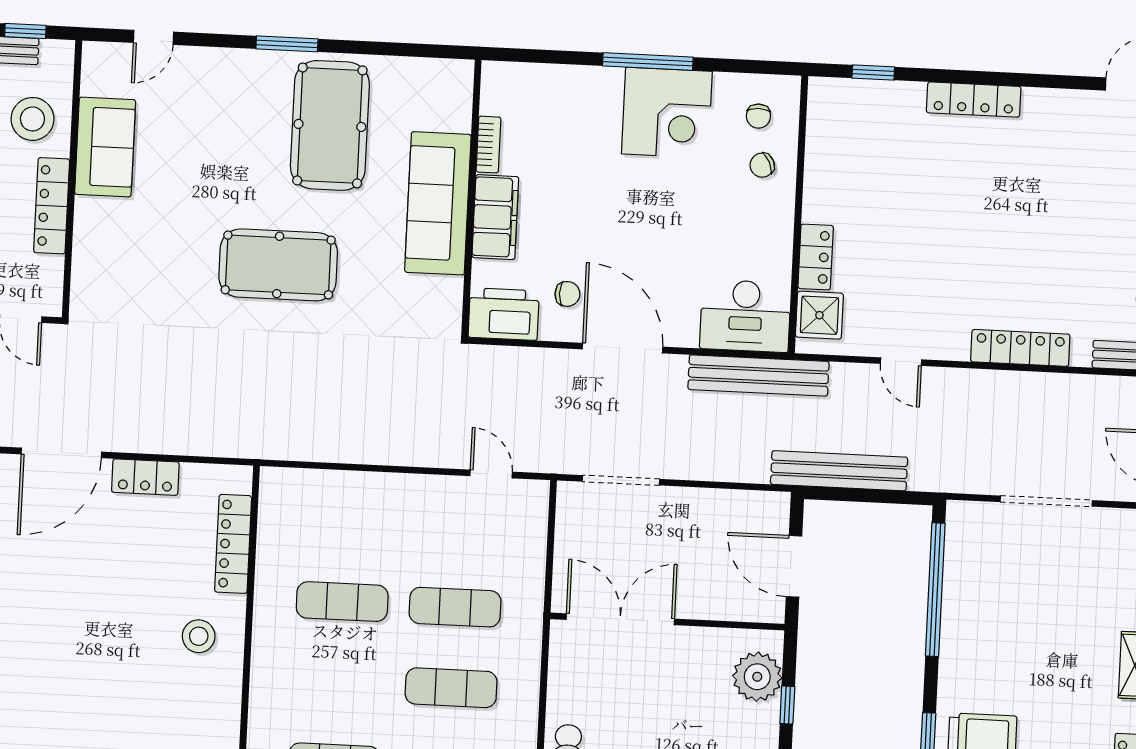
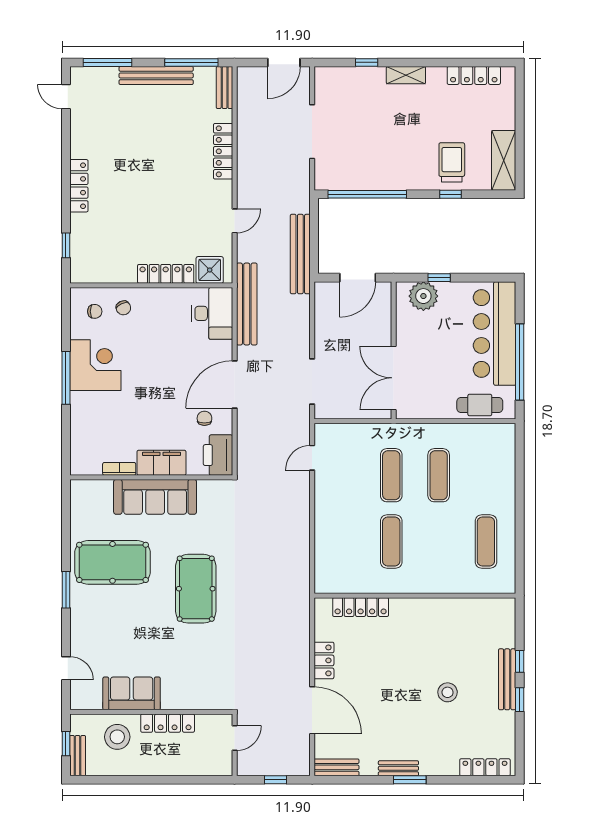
locker: (816, 257) -> (166, 274), width x1.53
stool: (199, 636) -> (448, 692), moved

